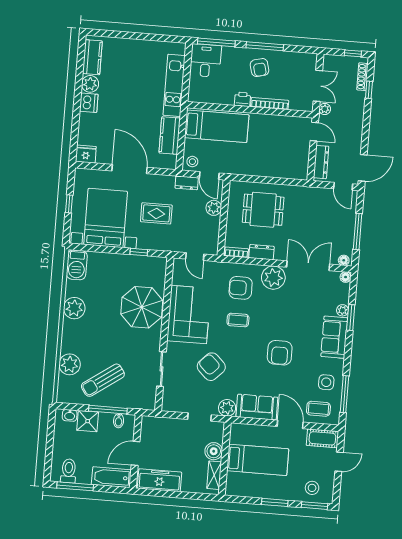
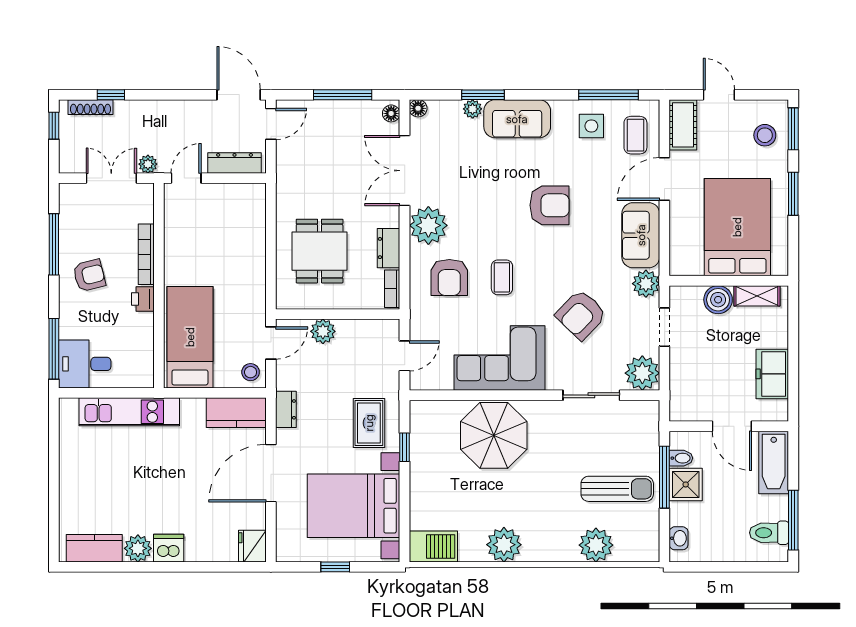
window: (265, 46) -> (54, 244), moved
kitchen counter: (170, 135) -> (236, 413), moved
dresser: (187, 183) -> (286, 409), moved
rug: (156, 213) -> (369, 423), moved
sun lounger: (103, 380) -> (617, 489), turned -55
plant: (173, 401) -> (642, 373), added
shower: (88, 421) -> (686, 484), moved
bed: (258, 460) -> (737, 227), width x1.50
freezer: (159, 480) -> (772, 374), width x0.71

